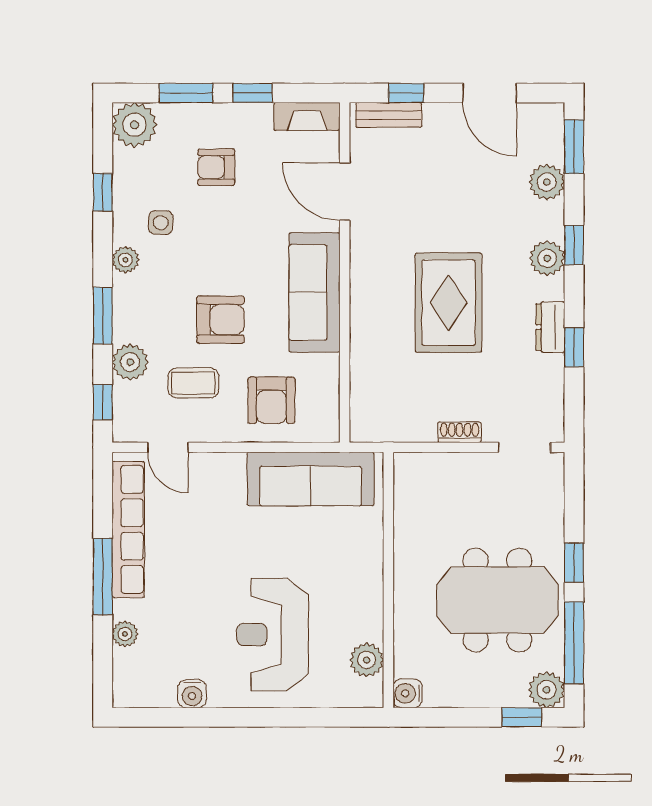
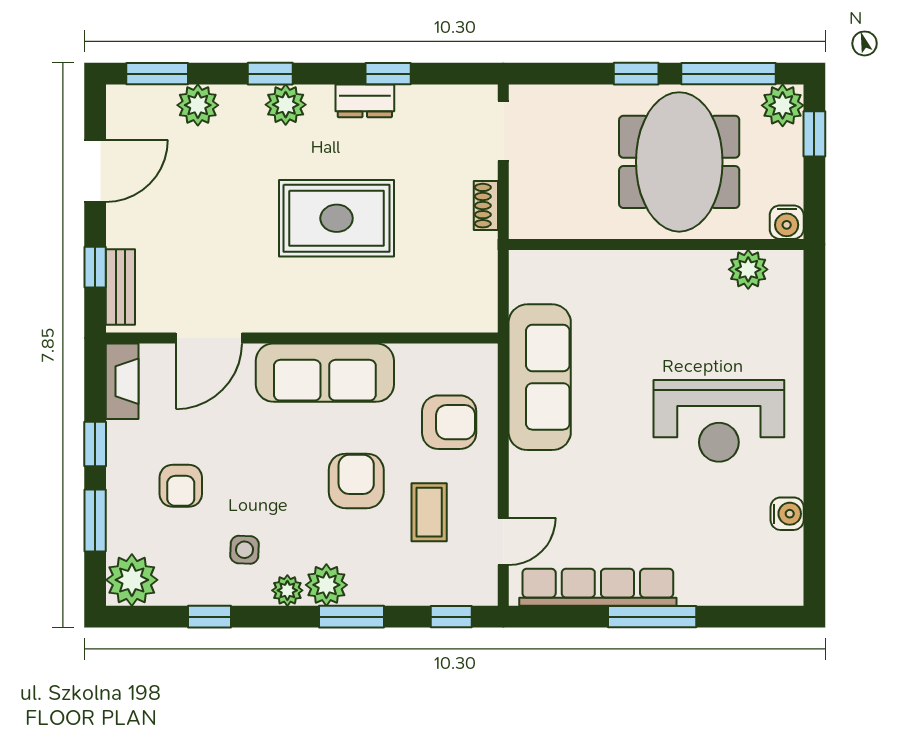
plant: (130, 362) -> (326, 585), moved
wall: (388, 580) -> (656, 244), moved
plant: (125, 634) -> (718, 591), removed
plant: (367, 660) -> (748, 269), moved
water cooler: (408, 693) -> (787, 222), moved

